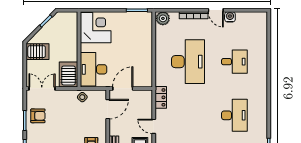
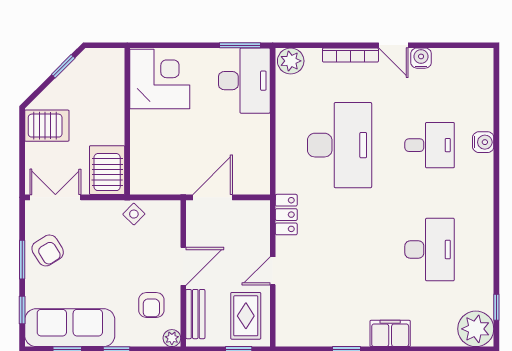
water cooler: (262, 60) -> (483, 142), added
desk: (93, 69) -> (244, 81), moved, turned 180
door: (108, 109) -> (183, 266), moved
armchair: (38, 116) -> (48, 250), turned 58
door: (154, 126) -> (273, 271), hinge flipped

